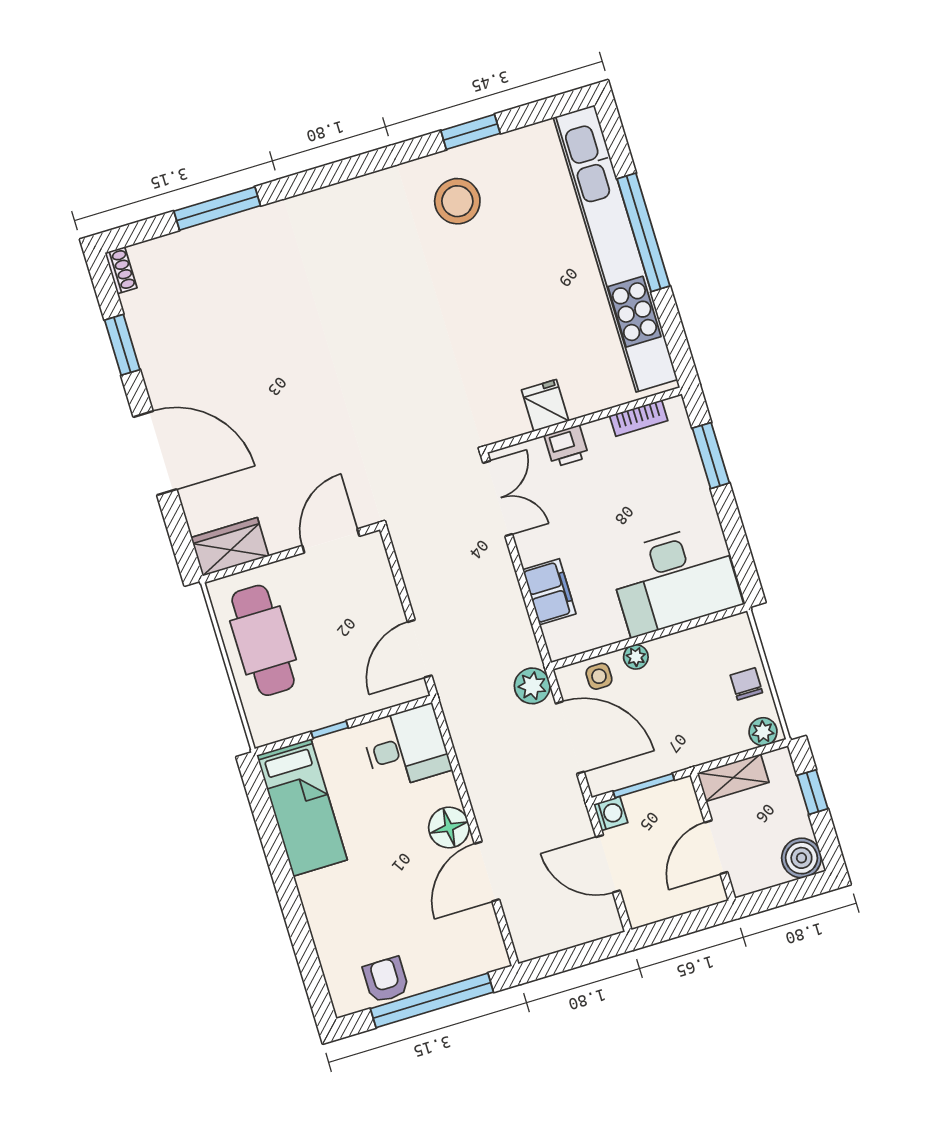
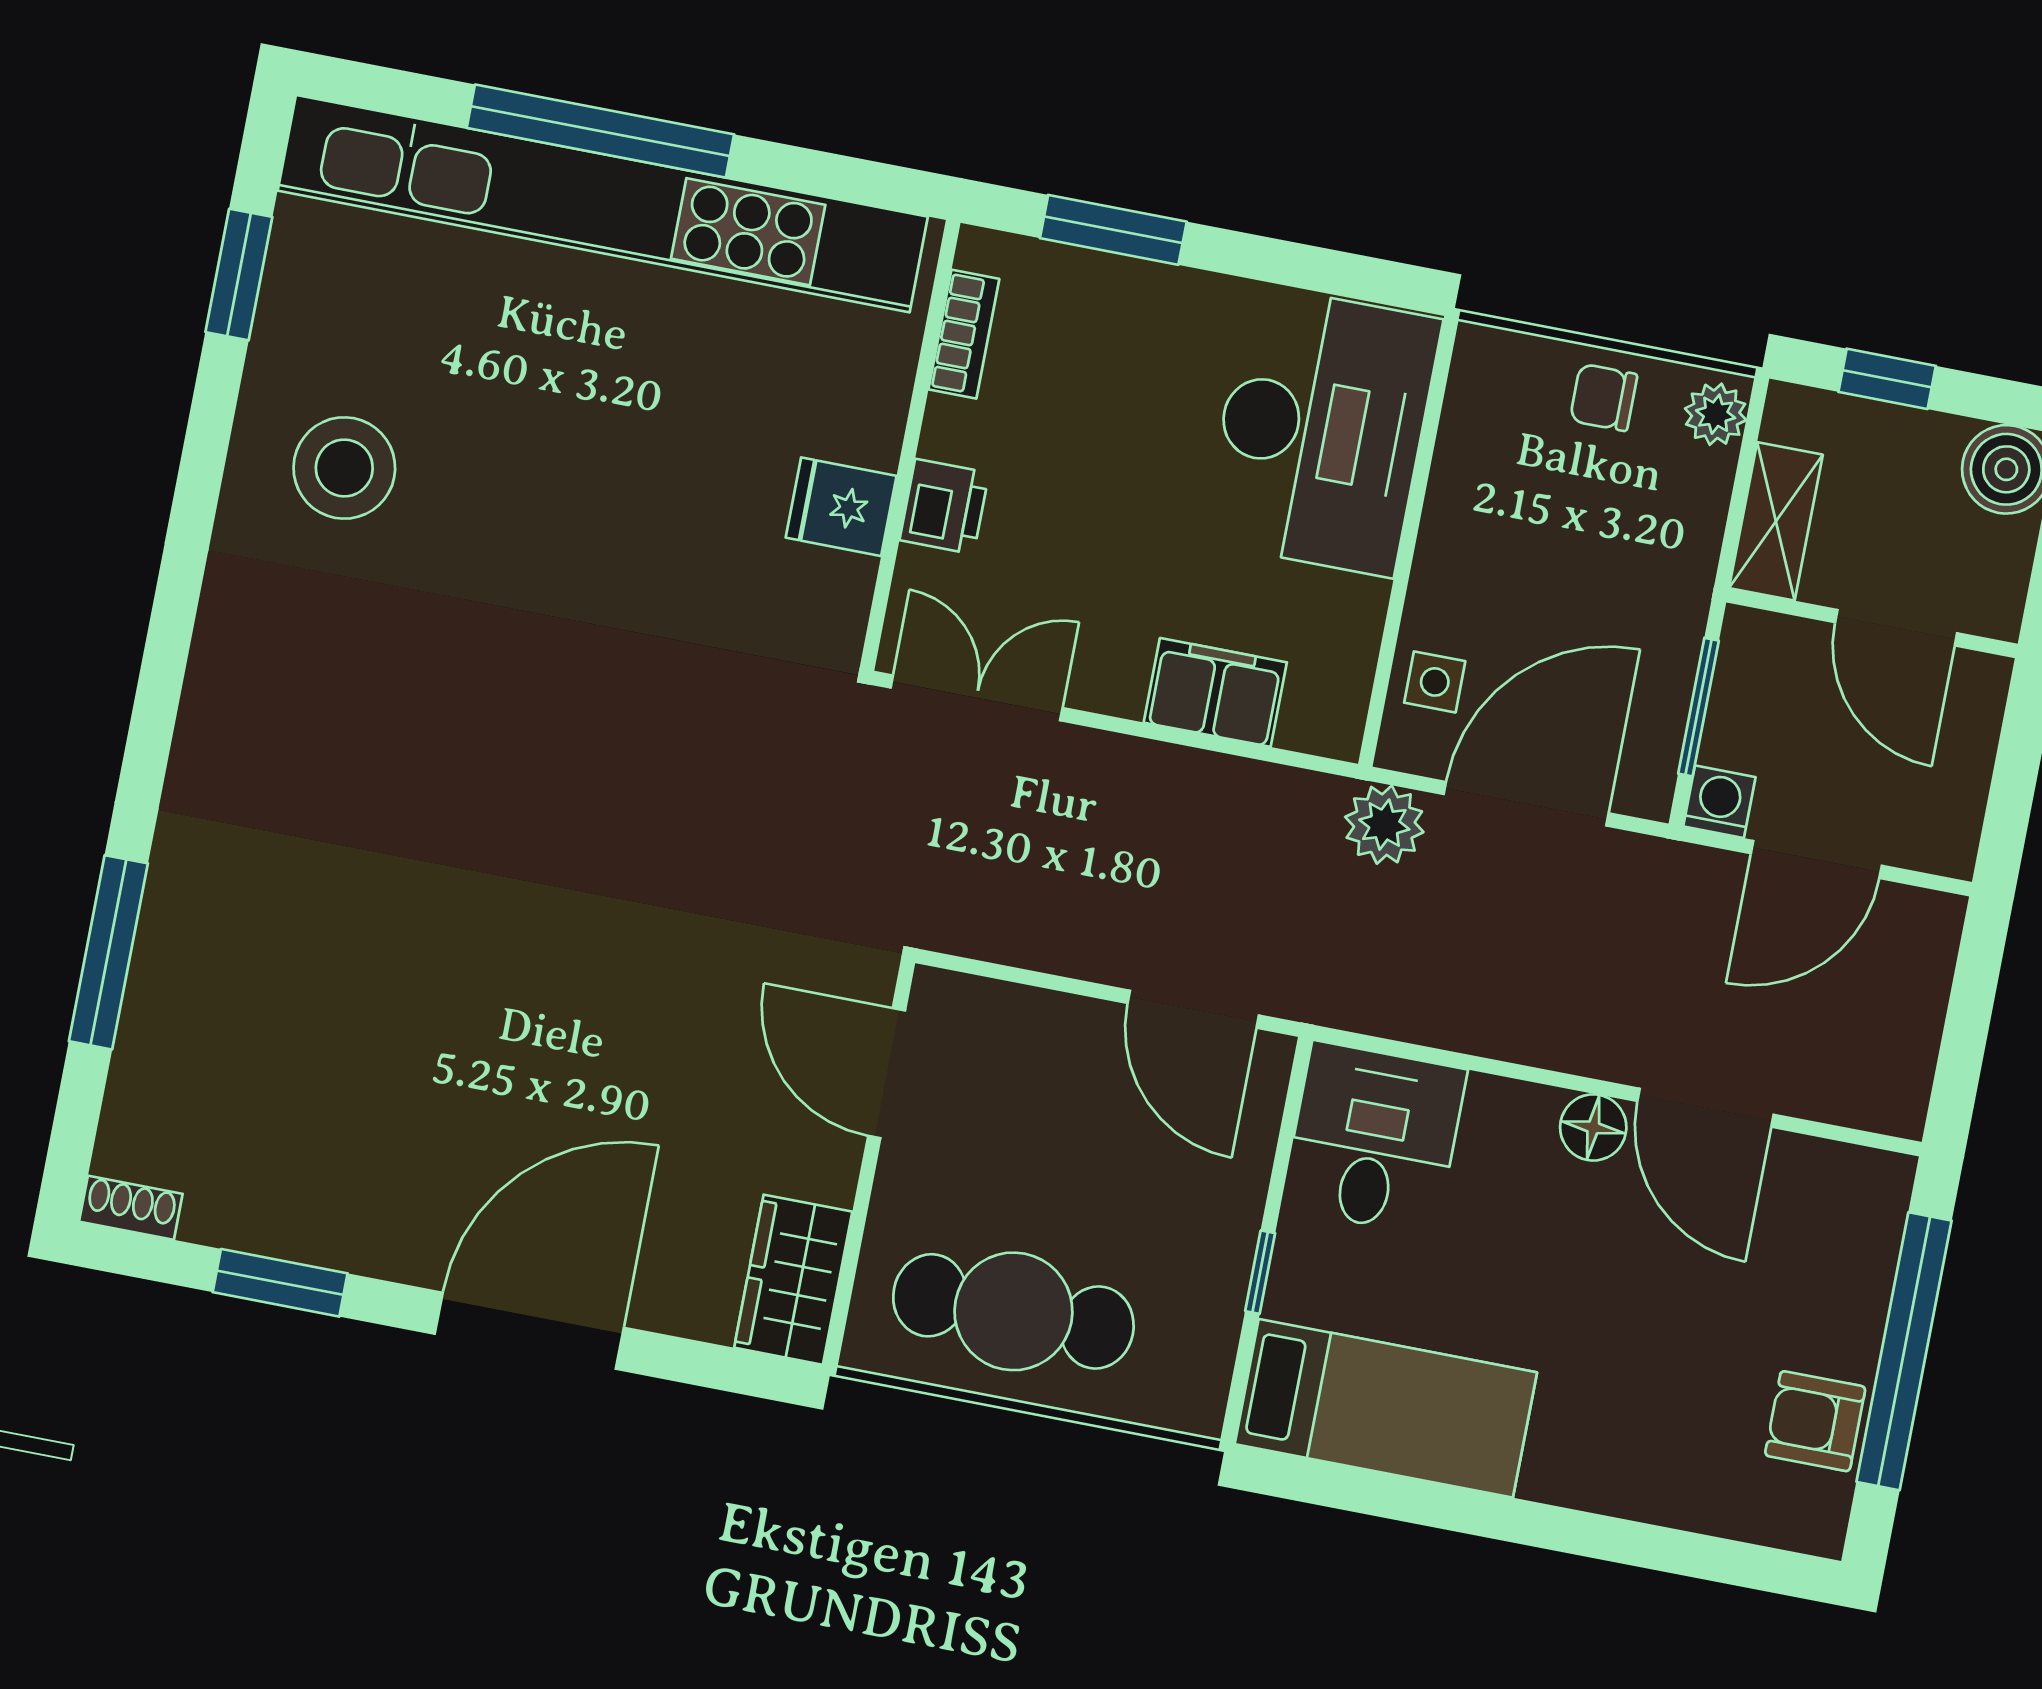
window: (470, 132) -> (239, 275), moved
plant: (636, 657) -> (1435, 589), removed
floor lamp: (449, 828) -> (1593, 1127), width x0.73, depth x0.73

